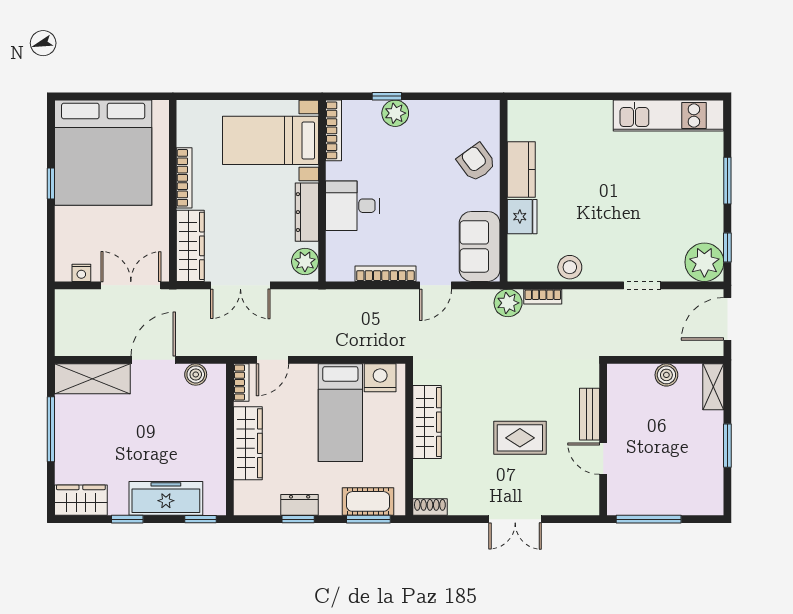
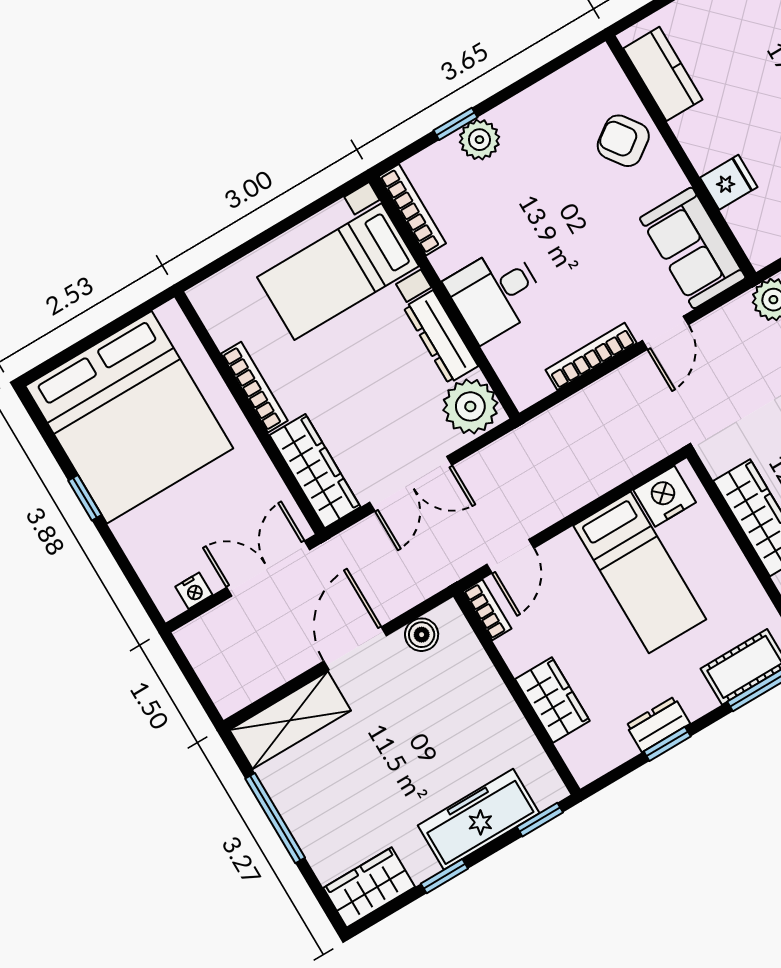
kitchen counter: (521, 170) -> (663, 74), moved
fridge: (522, 217) -> (729, 182), width x0.72
plant: (305, 261) -> (470, 406), width x1.36, depth x1.36
wardrobe: (248, 443) -> (552, 700), width x0.67

